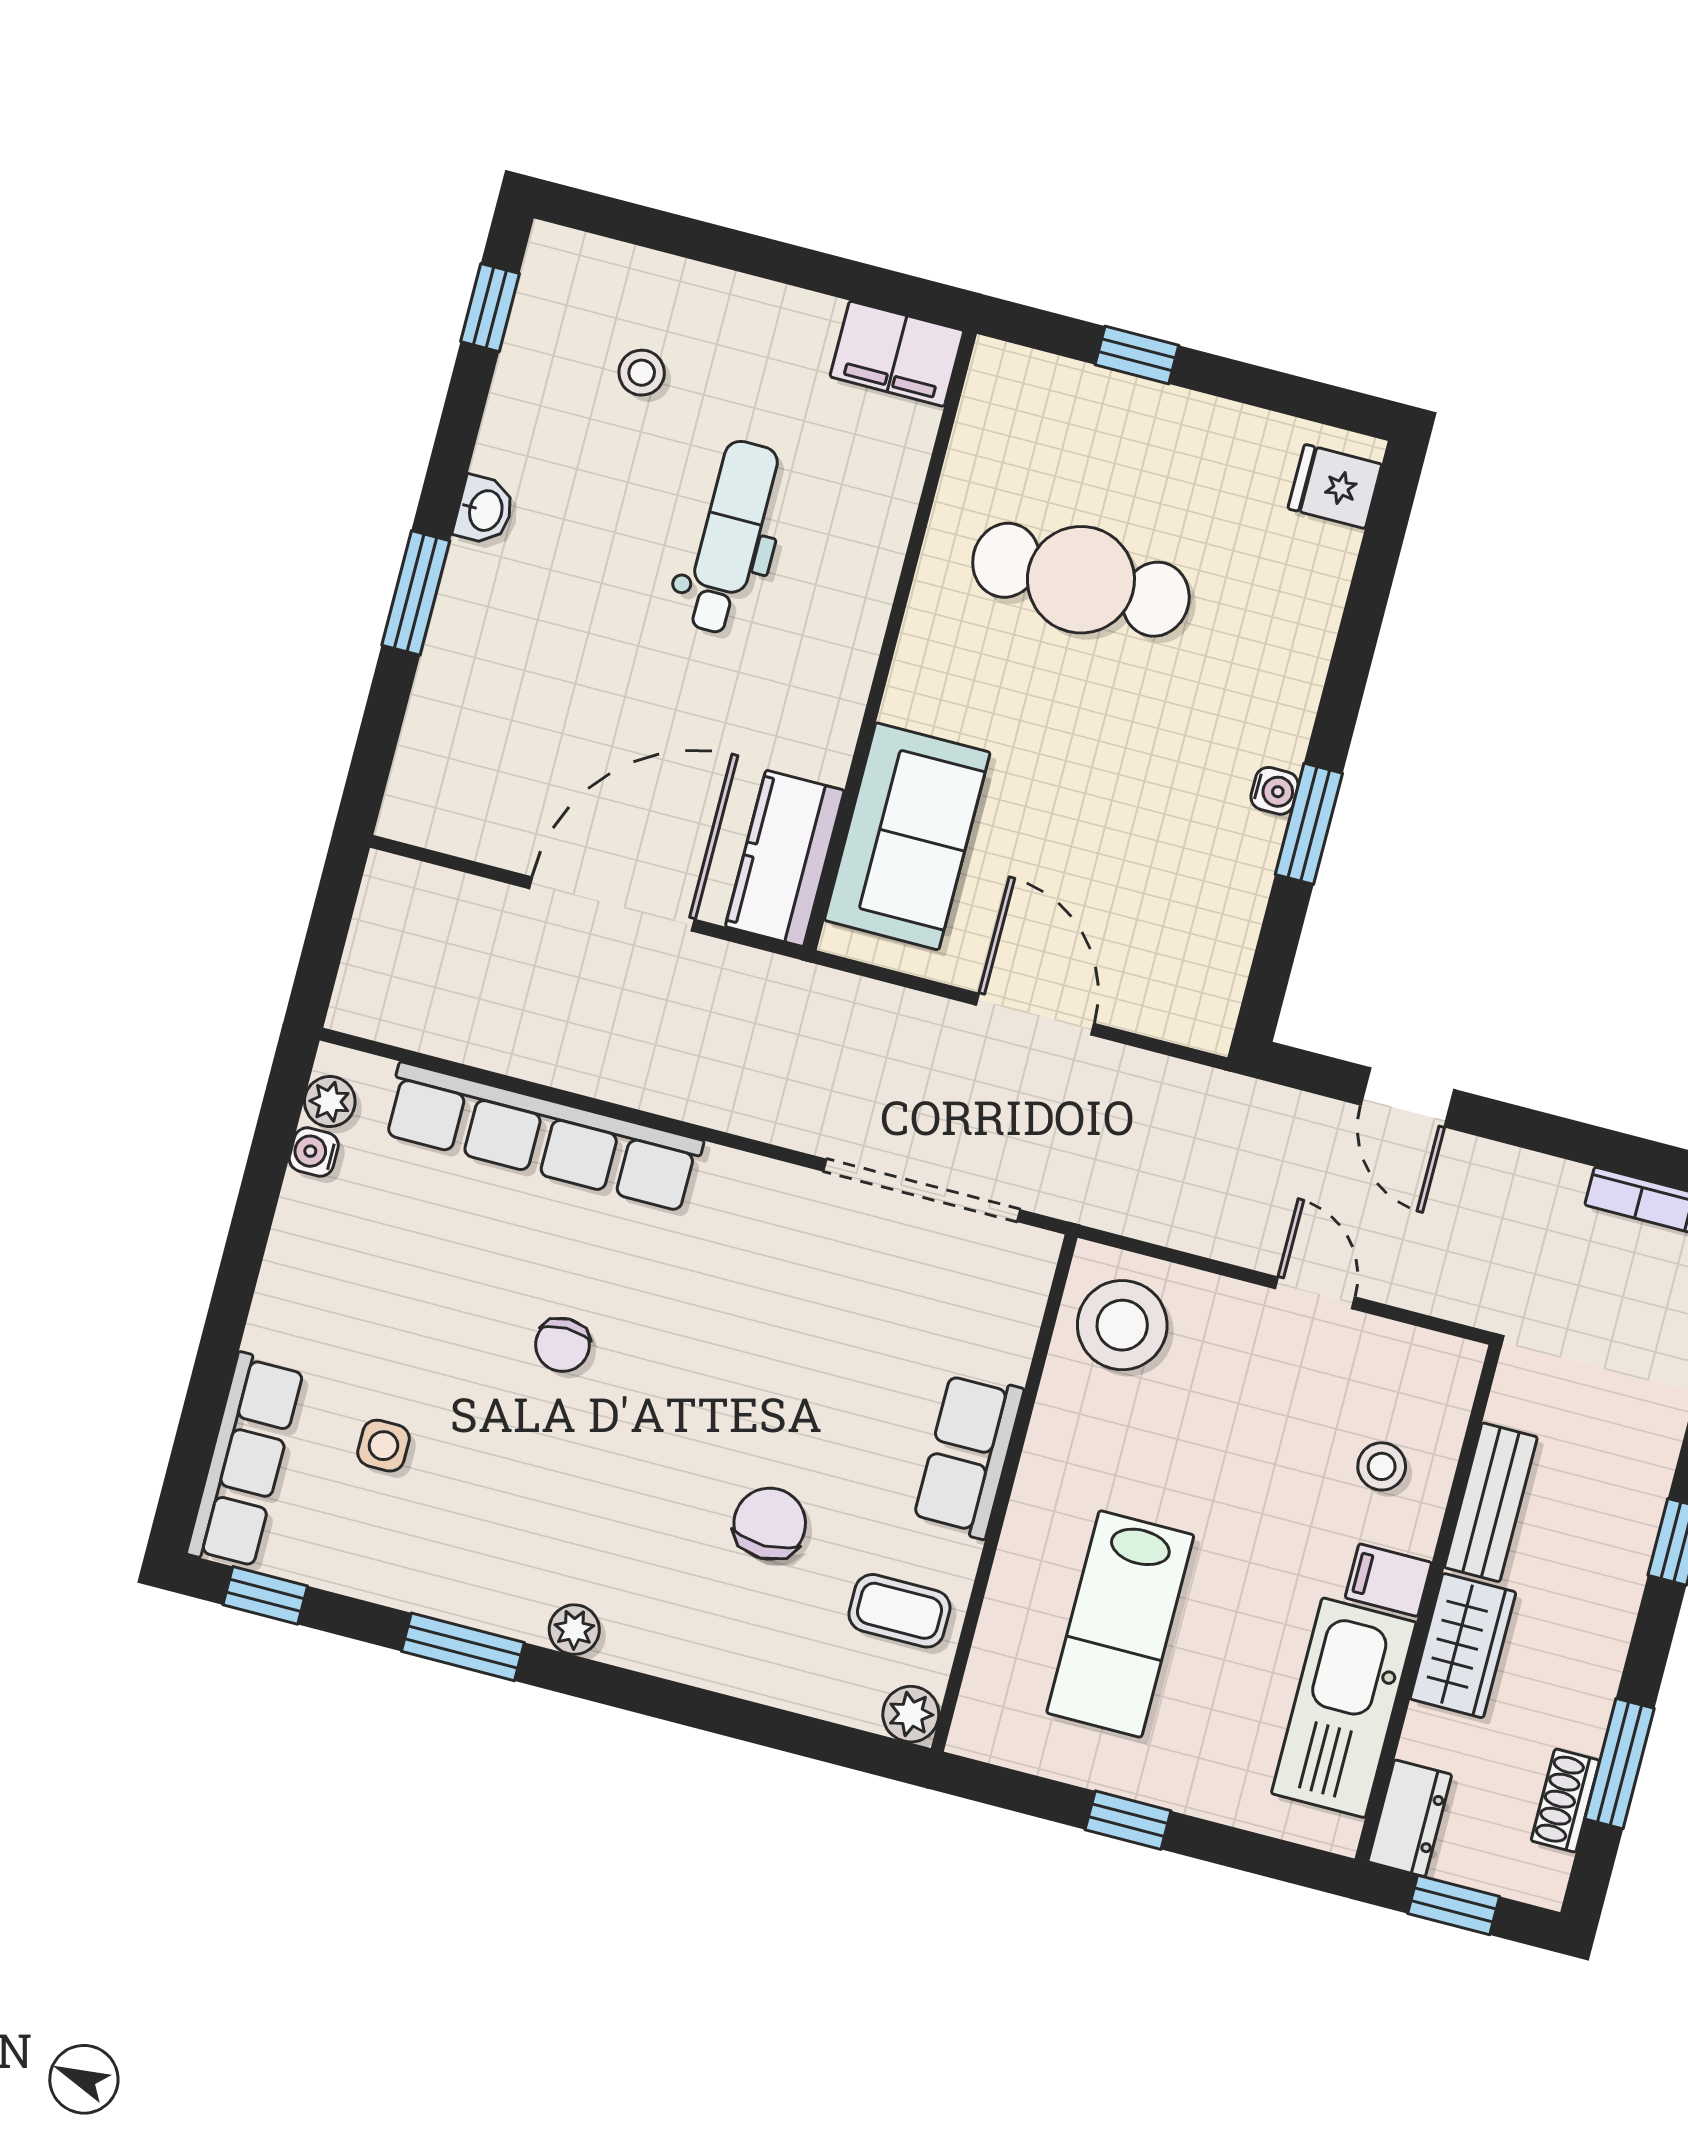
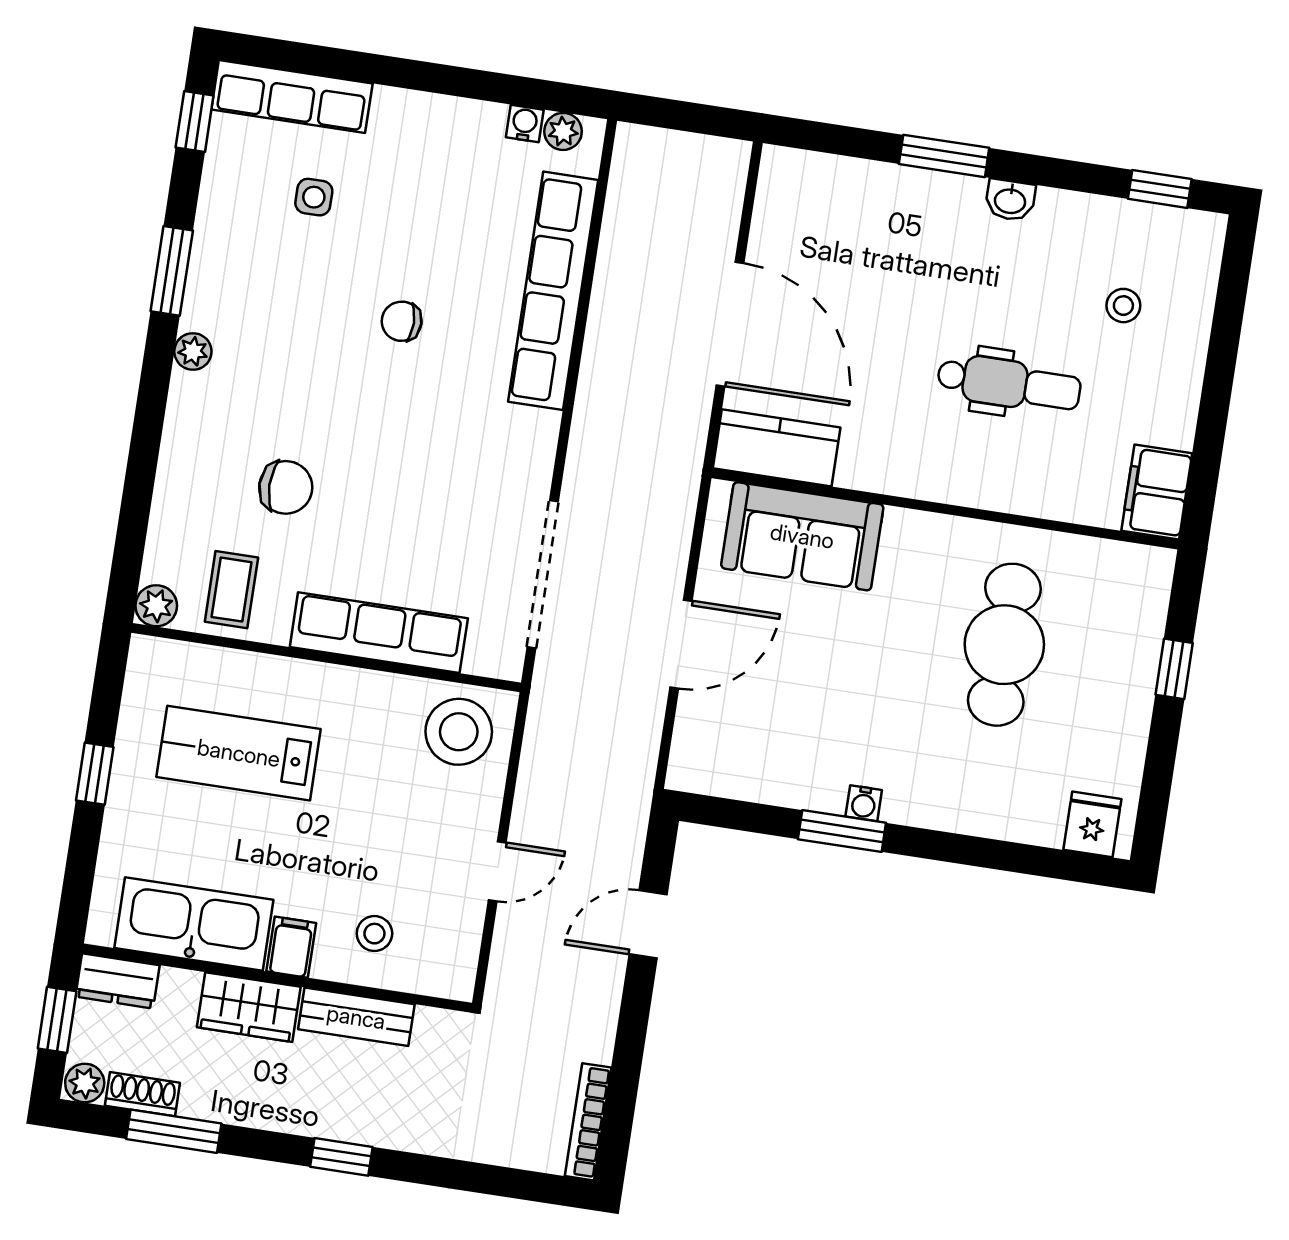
row of seats: (968, 1455) -> (379, 633), width x1.48
plant: (1542, 1877) -> (85, 1083), added

